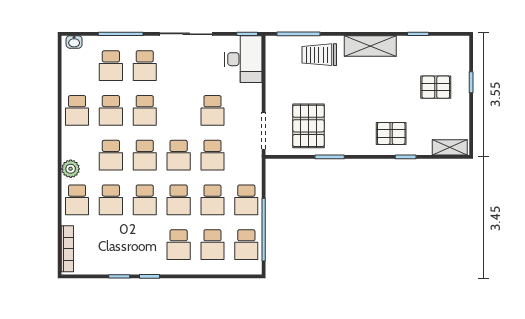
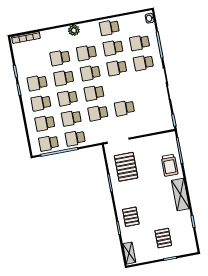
trolley: (319, 55) -> (170, 165), turned 180
desk: (243, 59) -> (158, 121), removed
pallet: (308, 126) -> (126, 167), turned 90
school desk: (77, 200) -> (37, 83), moved

